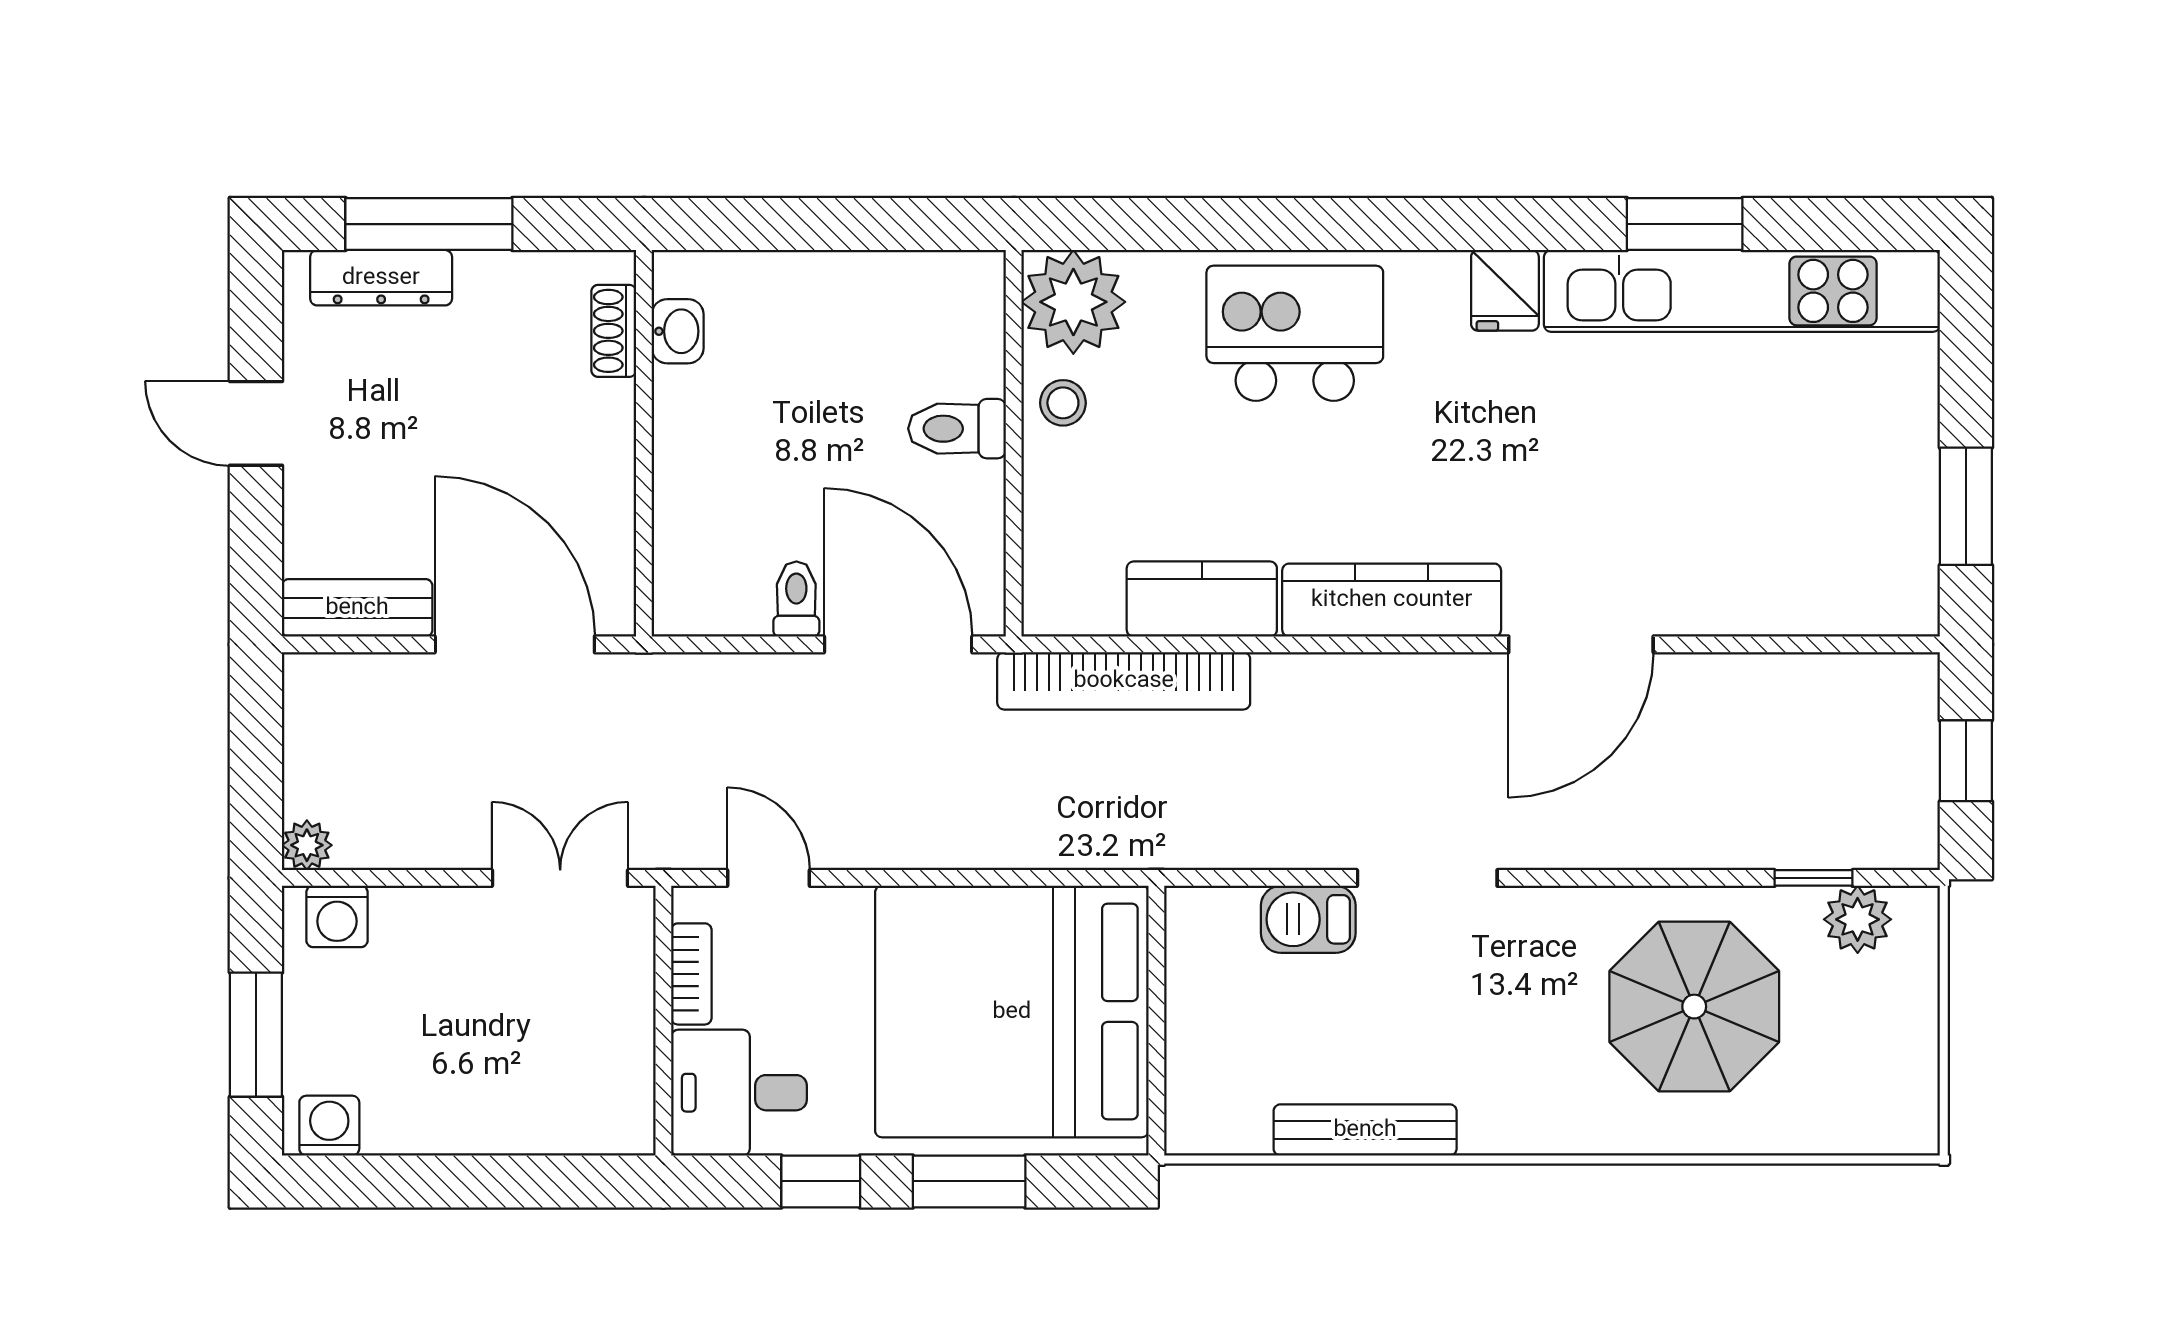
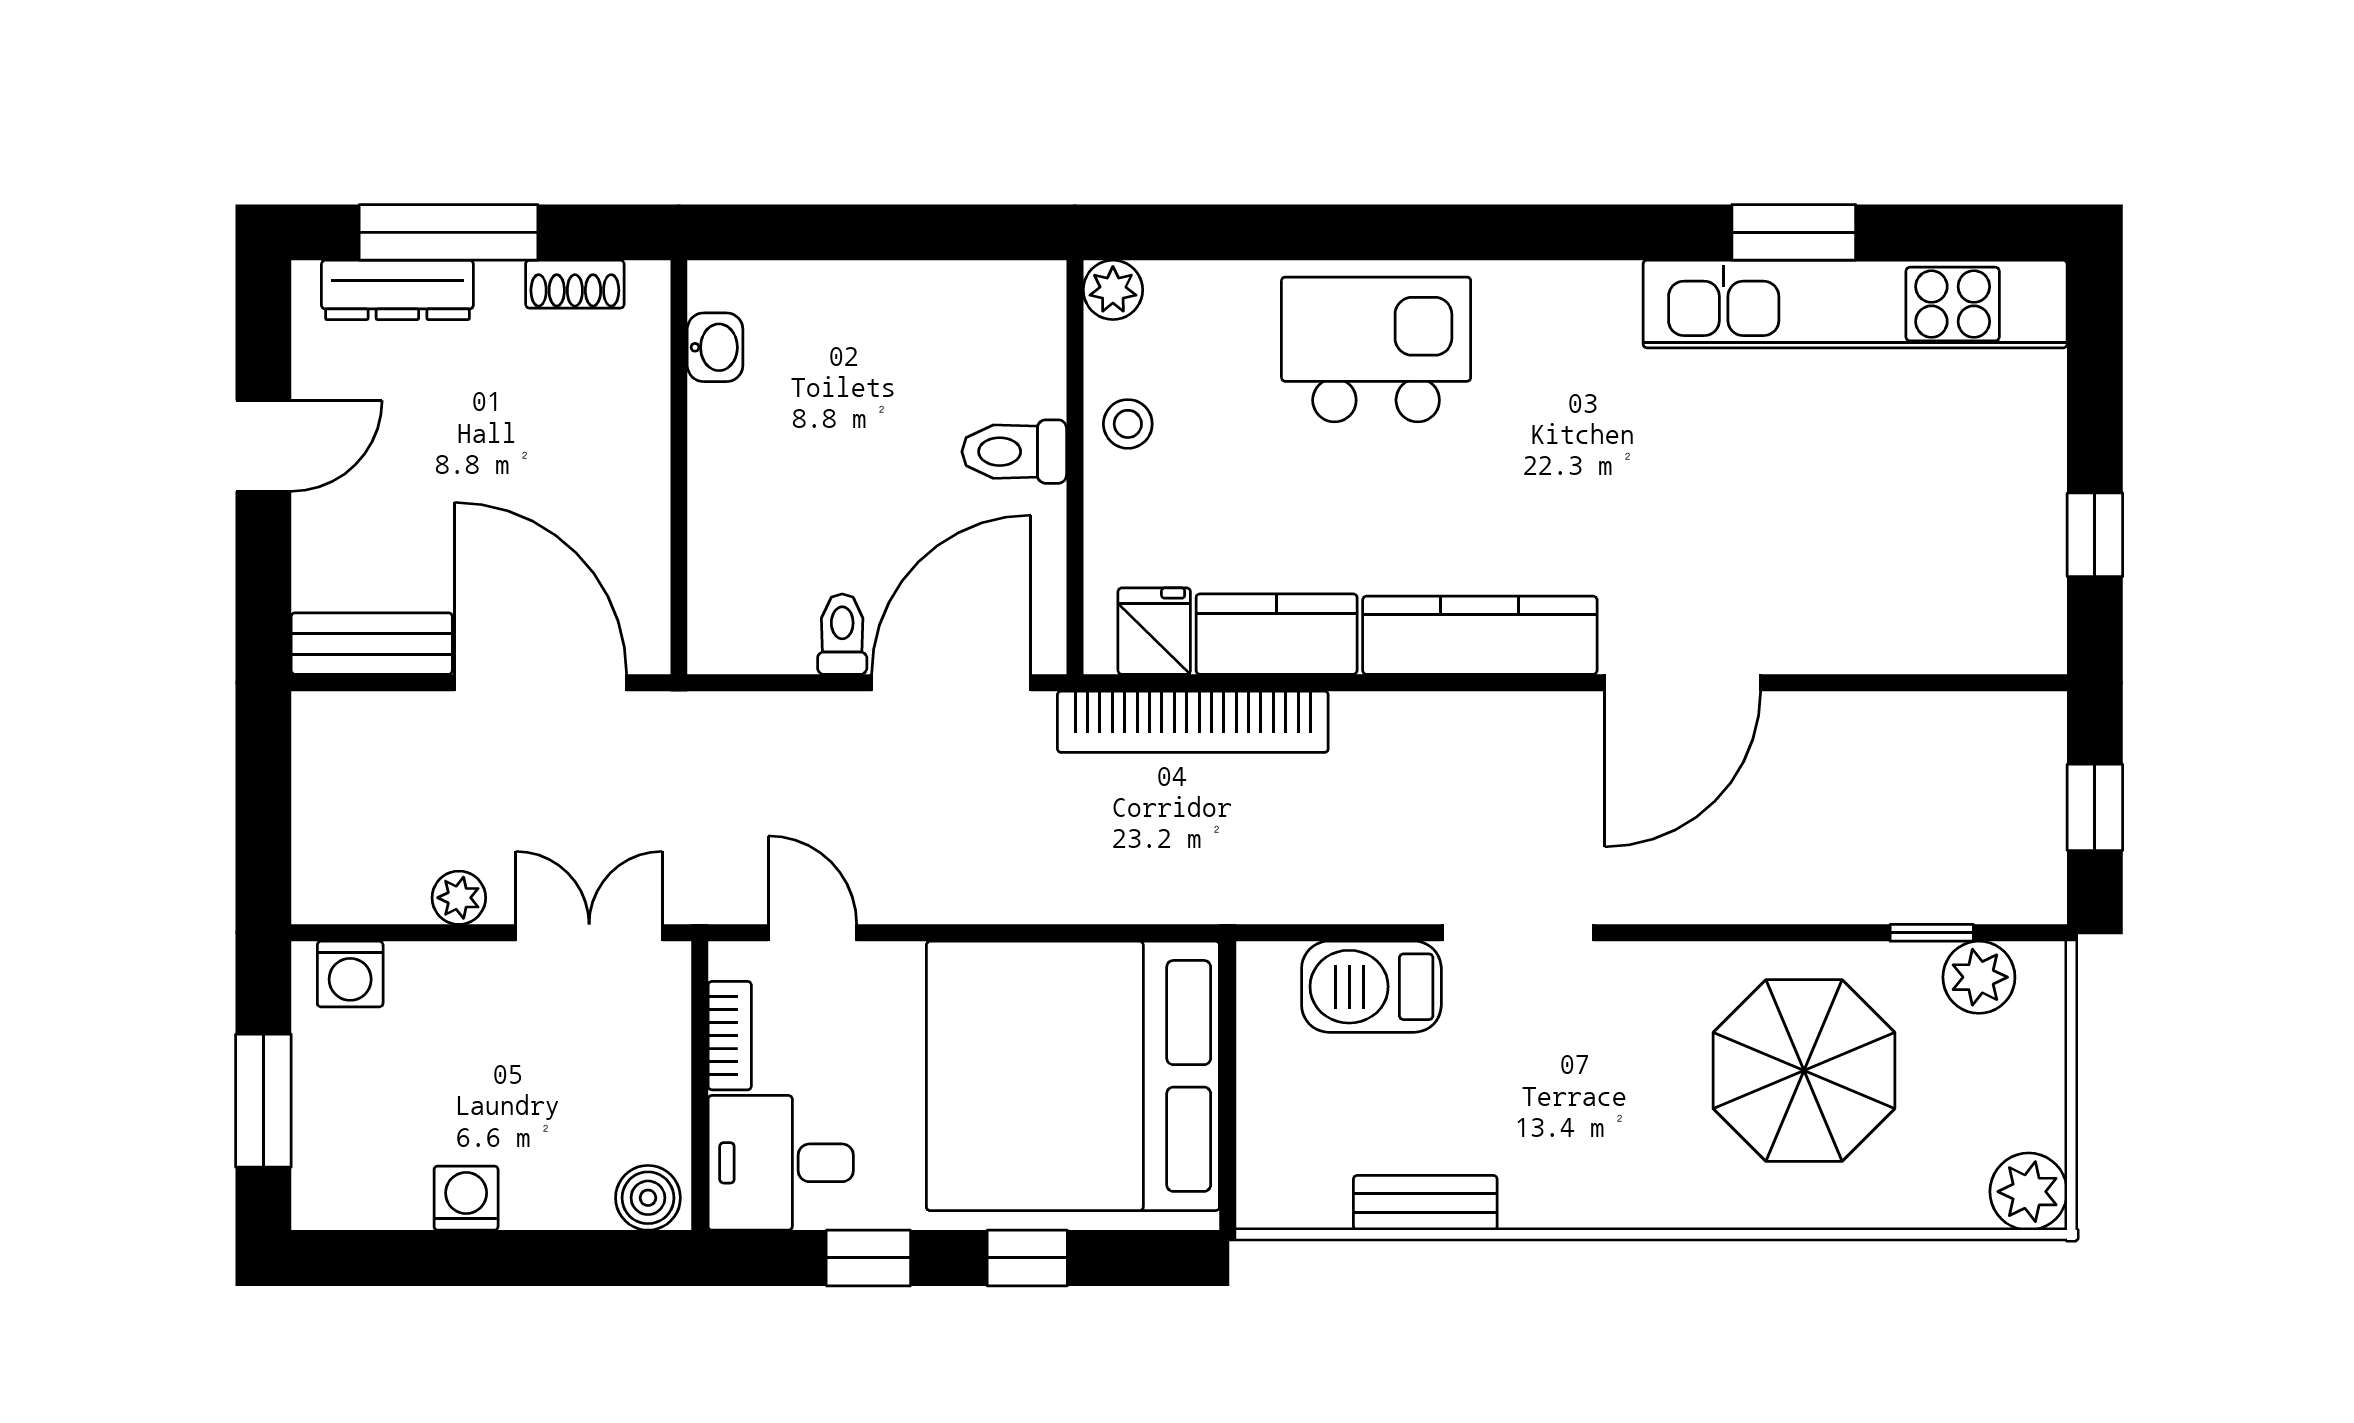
fridge: (1505, 290) -> (1154, 631), moved, turned 180
plant: (1073, 302) -> (1113, 290), width x0.53, depth x0.53
shoe rack: (614, 331) -> (575, 284), moved, turned -90
door: (256, 423) -> (263, 446), swing flipped
window: (1966, 506) -> (2095, 535), width x0.67
door: (898, 644) -> (951, 683), hinge flipped
plant: (307, 845) -> (459, 898), moved
barbecue: (1308, 919) -> (1371, 987), width x1.38, depth x1.27
plant: (1904, 1120) -> (2029, 1192), added
boiler: (615, 1125) -> (648, 1198), added
washing machine: (329, 1126) -> (466, 1198), moved
bench: (1365, 1130) -> (1425, 1203), width x0.73
window: (969, 1181) -> (1027, 1258), width x0.67

